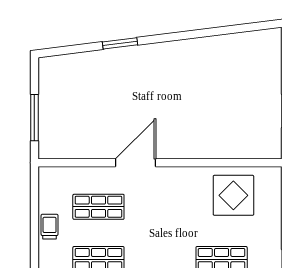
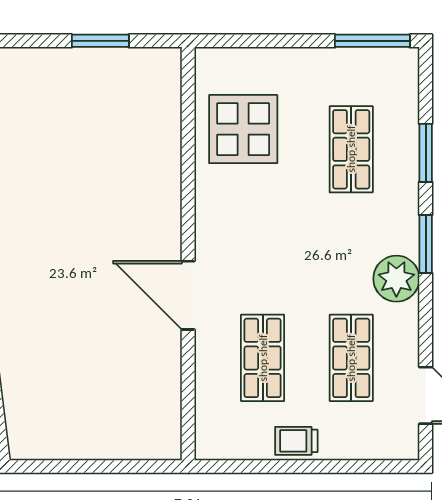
window: (34, 118) -> (112, 466), removed

